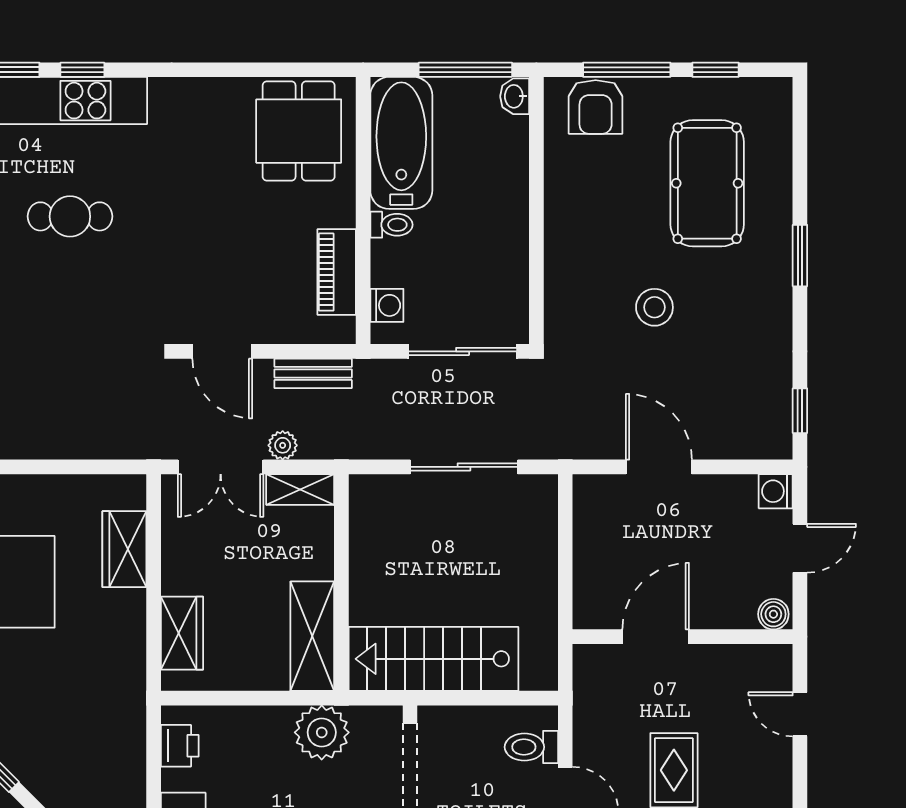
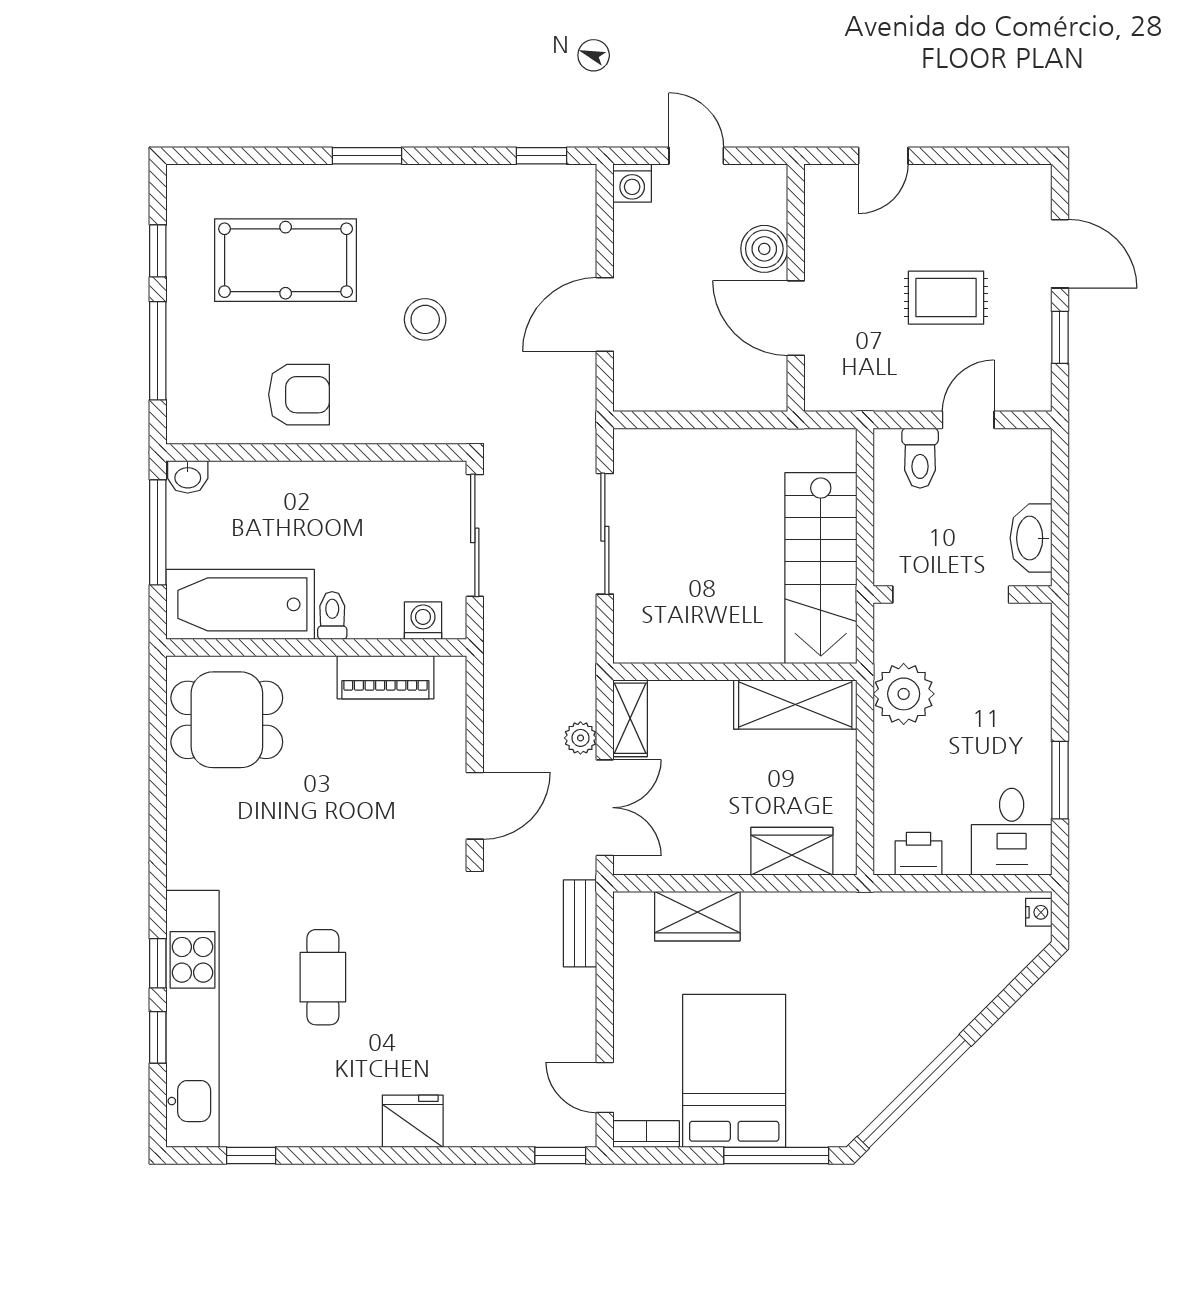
armchair: (596, 107) -> (299, 395), moved
bench: (313, 373) -> (580, 923), moved
boiler: (773, 614) -> (764, 249), moved, width x1.36, depth x1.36

